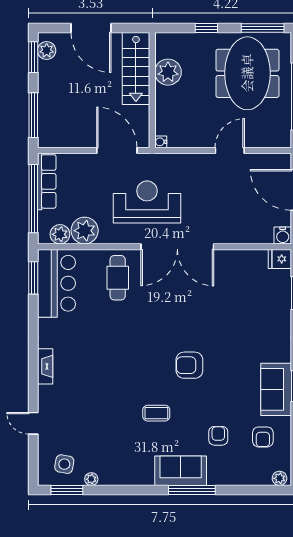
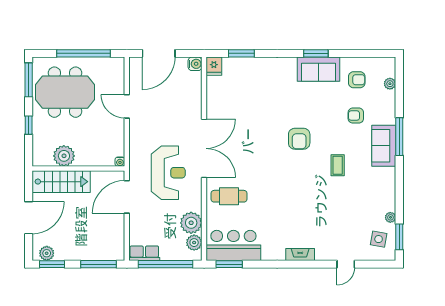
row of seats: (47, 181) -> (144, 253), width x0.68
reception desk: (147, 202) -> (168, 173), turned 180
plant: (279, 478) -> (390, 84), moved

